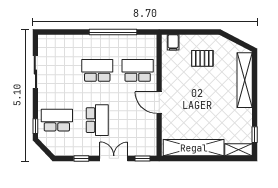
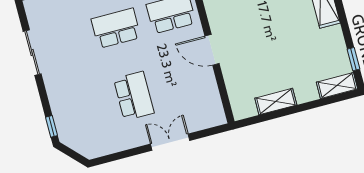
school desk: (57, 120) -> (79, 110), removed
shelving: (194, 148) -> (276, 102), width x0.45, depth x0.75
window: (81, 158) -> (126, 154), removed
window: (142, 158) -> (209, 132), removed

